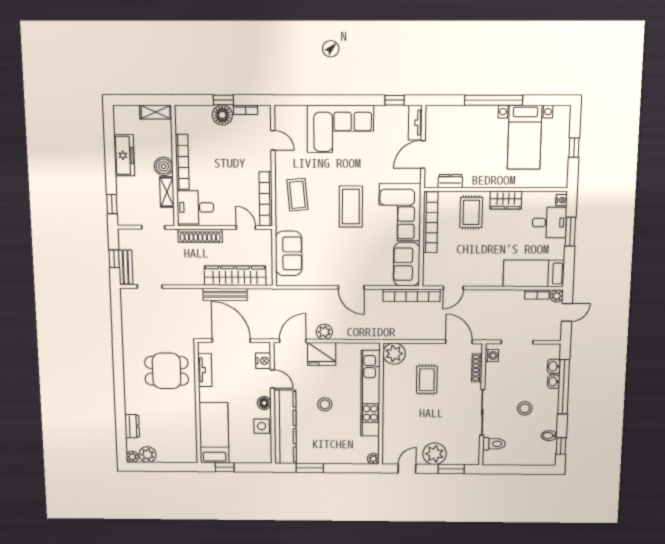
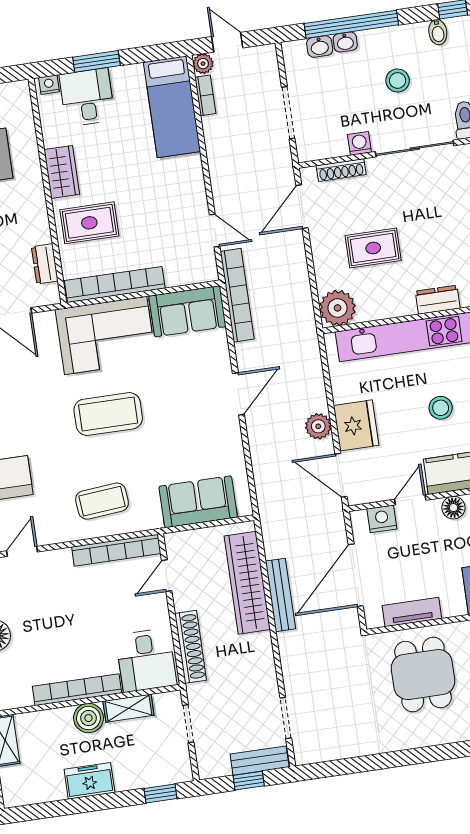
freezer: (124, 155) -> (89, 781), width x0.71
washing machine: (492, 356) -> (359, 143), moved
dresser: (390, 412) -> (438, 300), added

